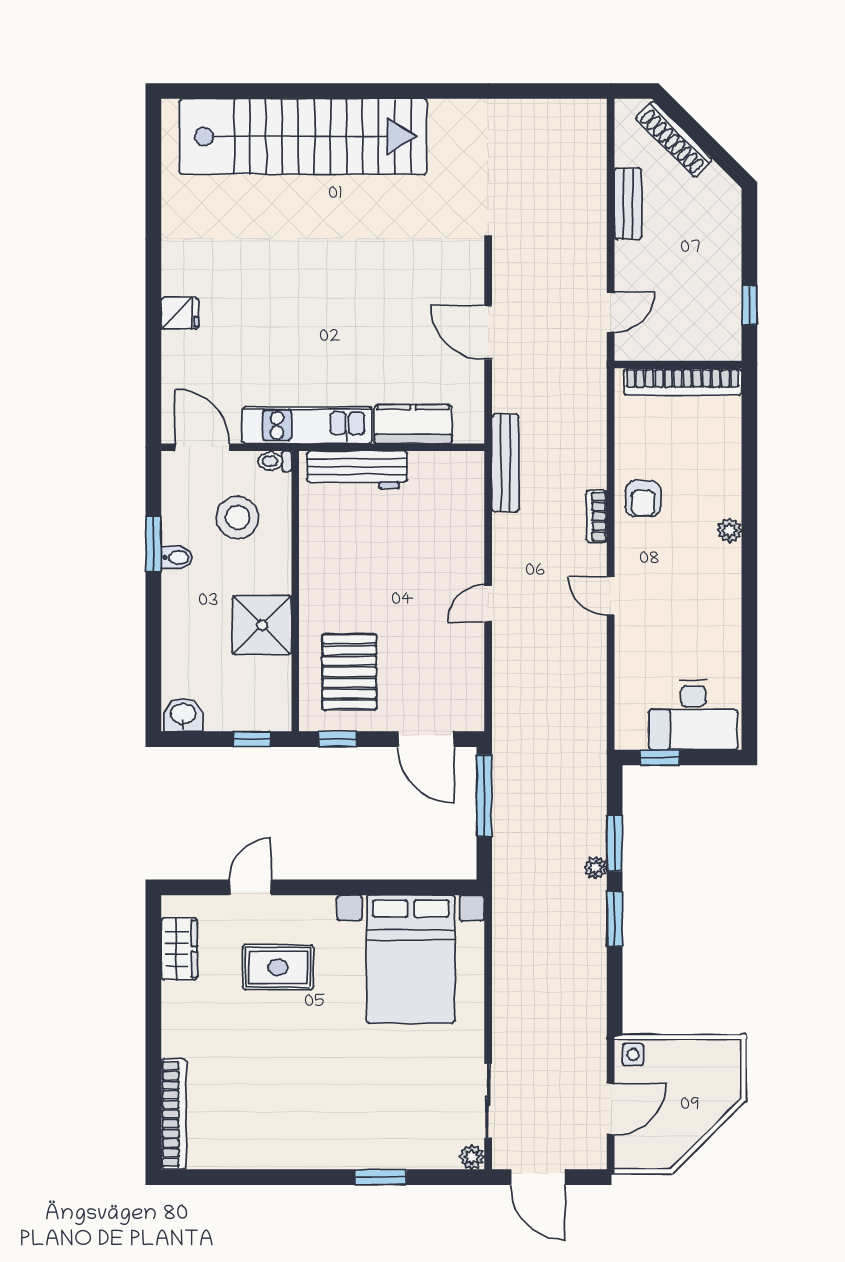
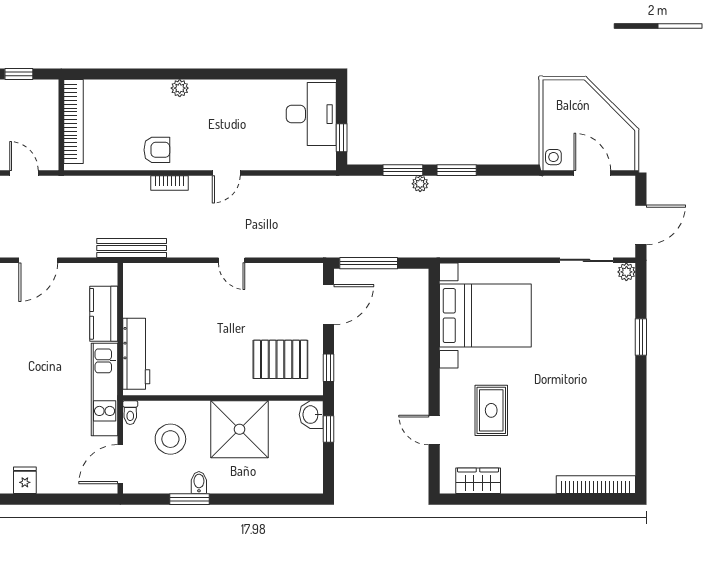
shower: (262, 625) -> (239, 429), width x1.37, depth x1.37
washbasin: (183, 715) -> (311, 415), moved

